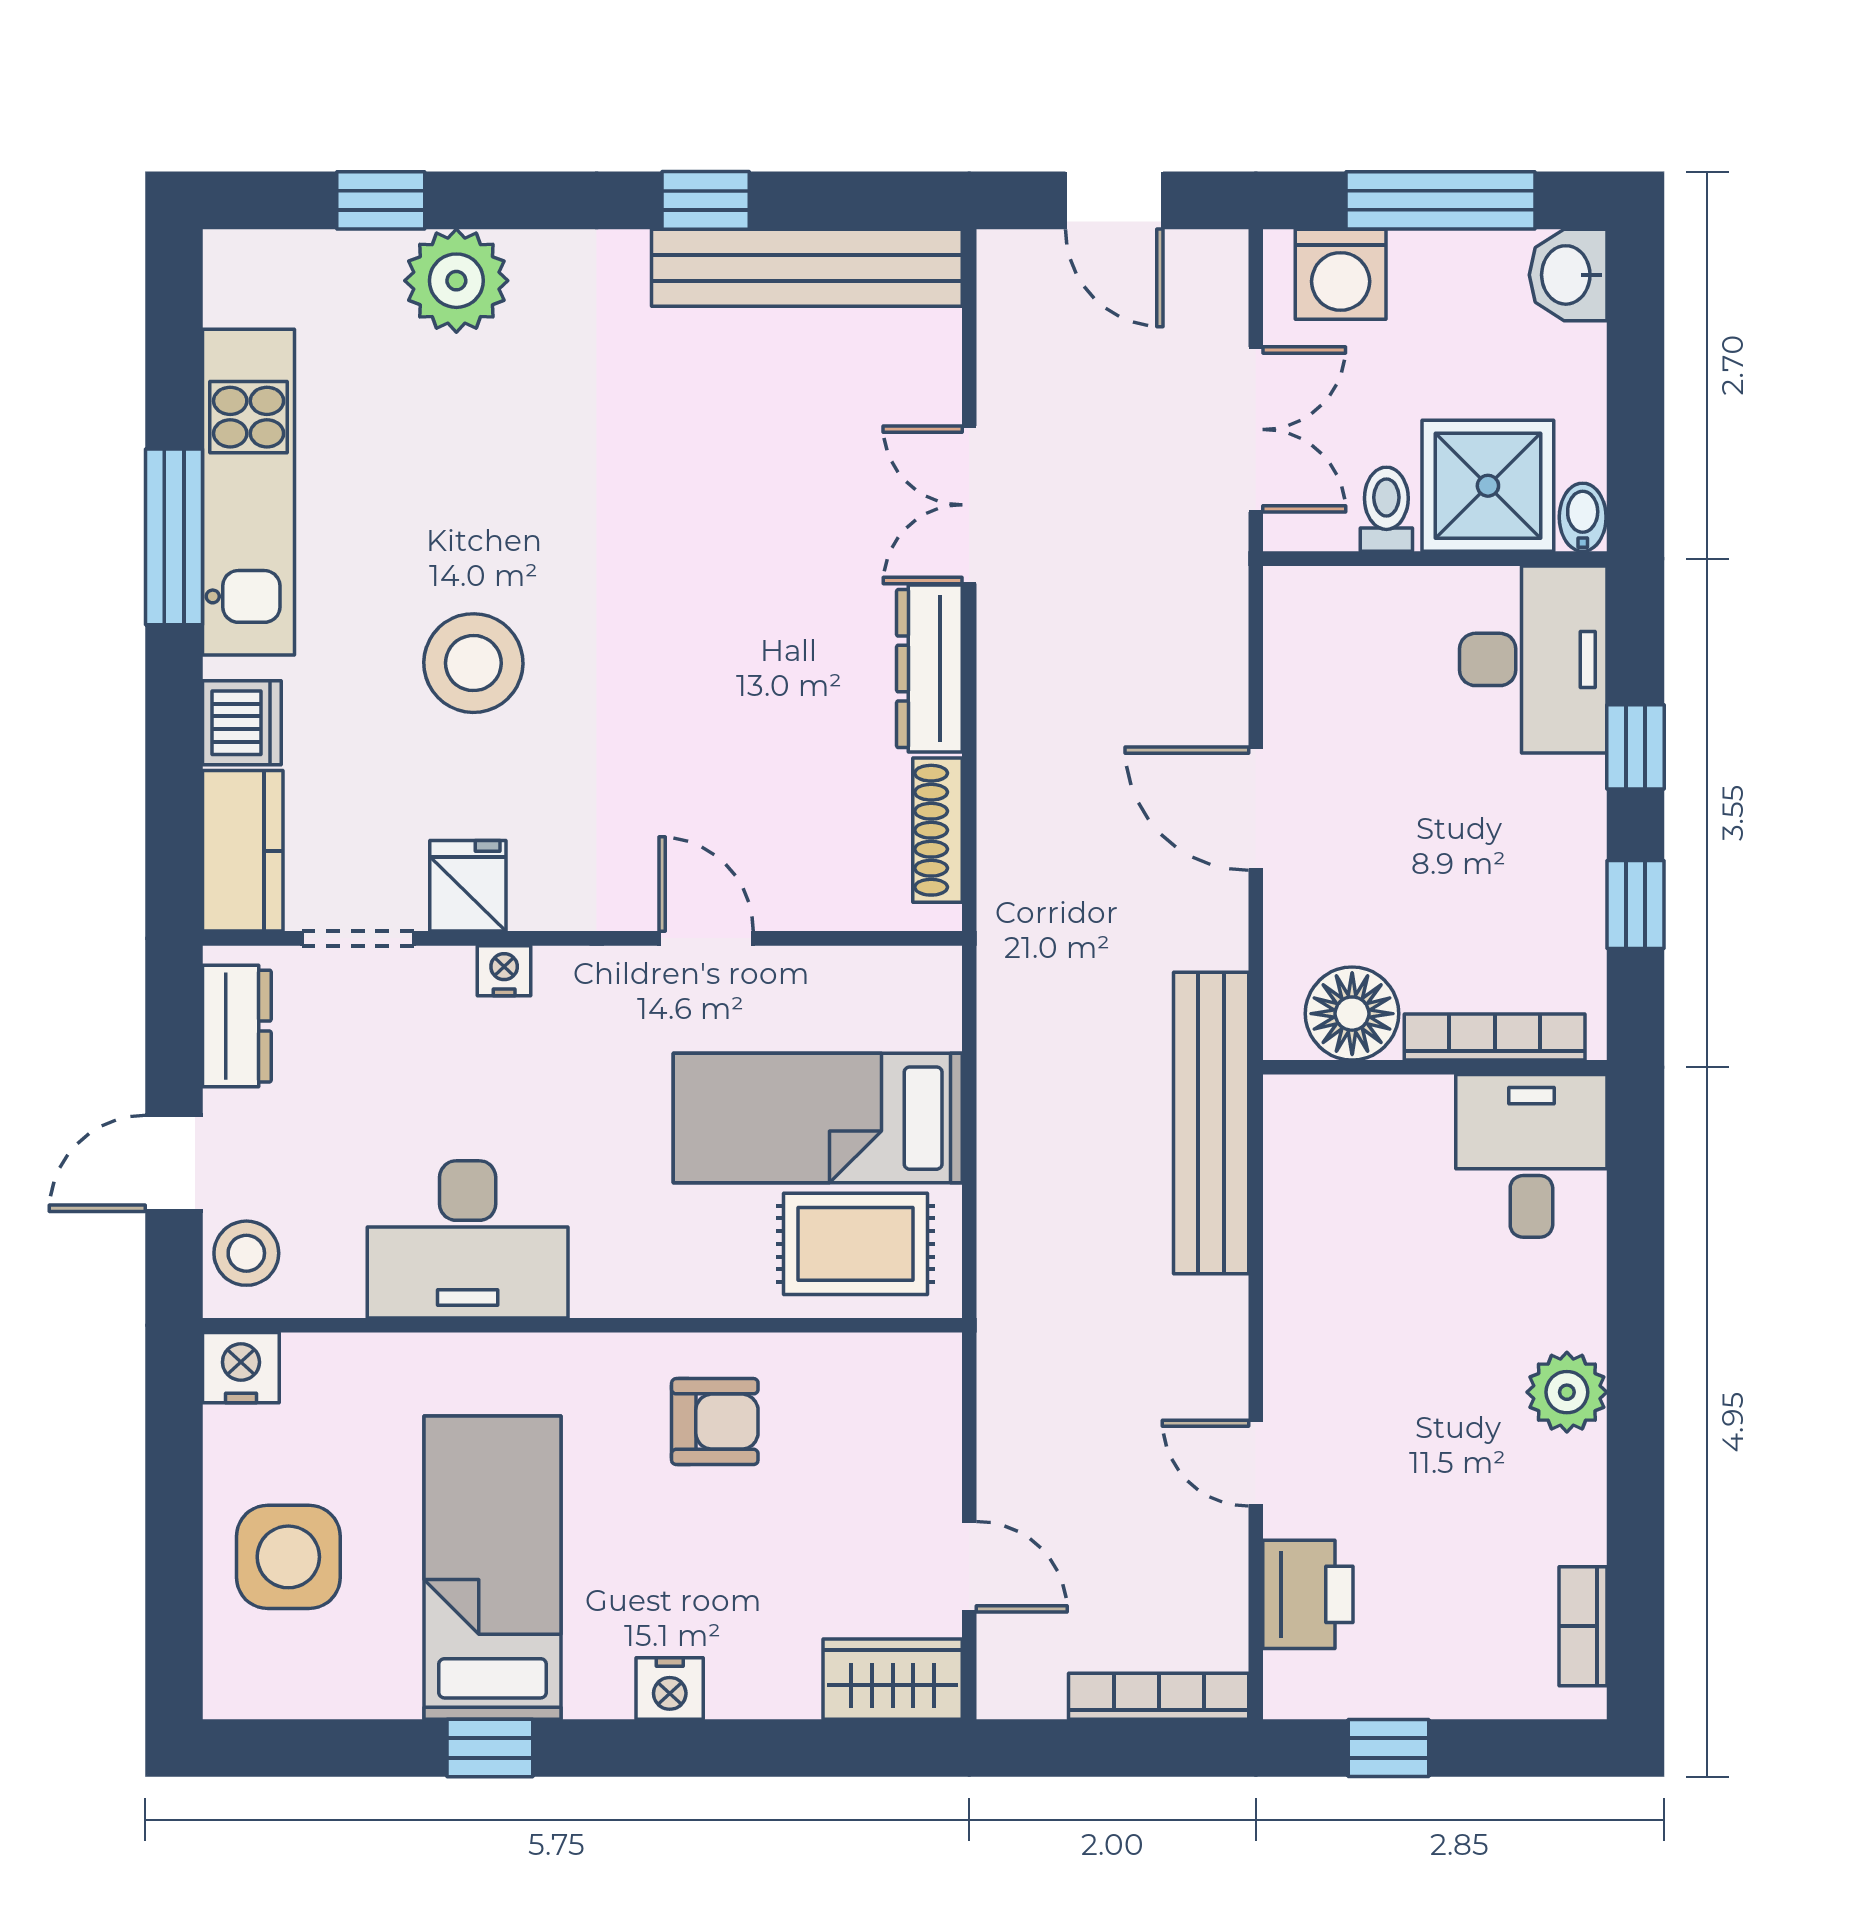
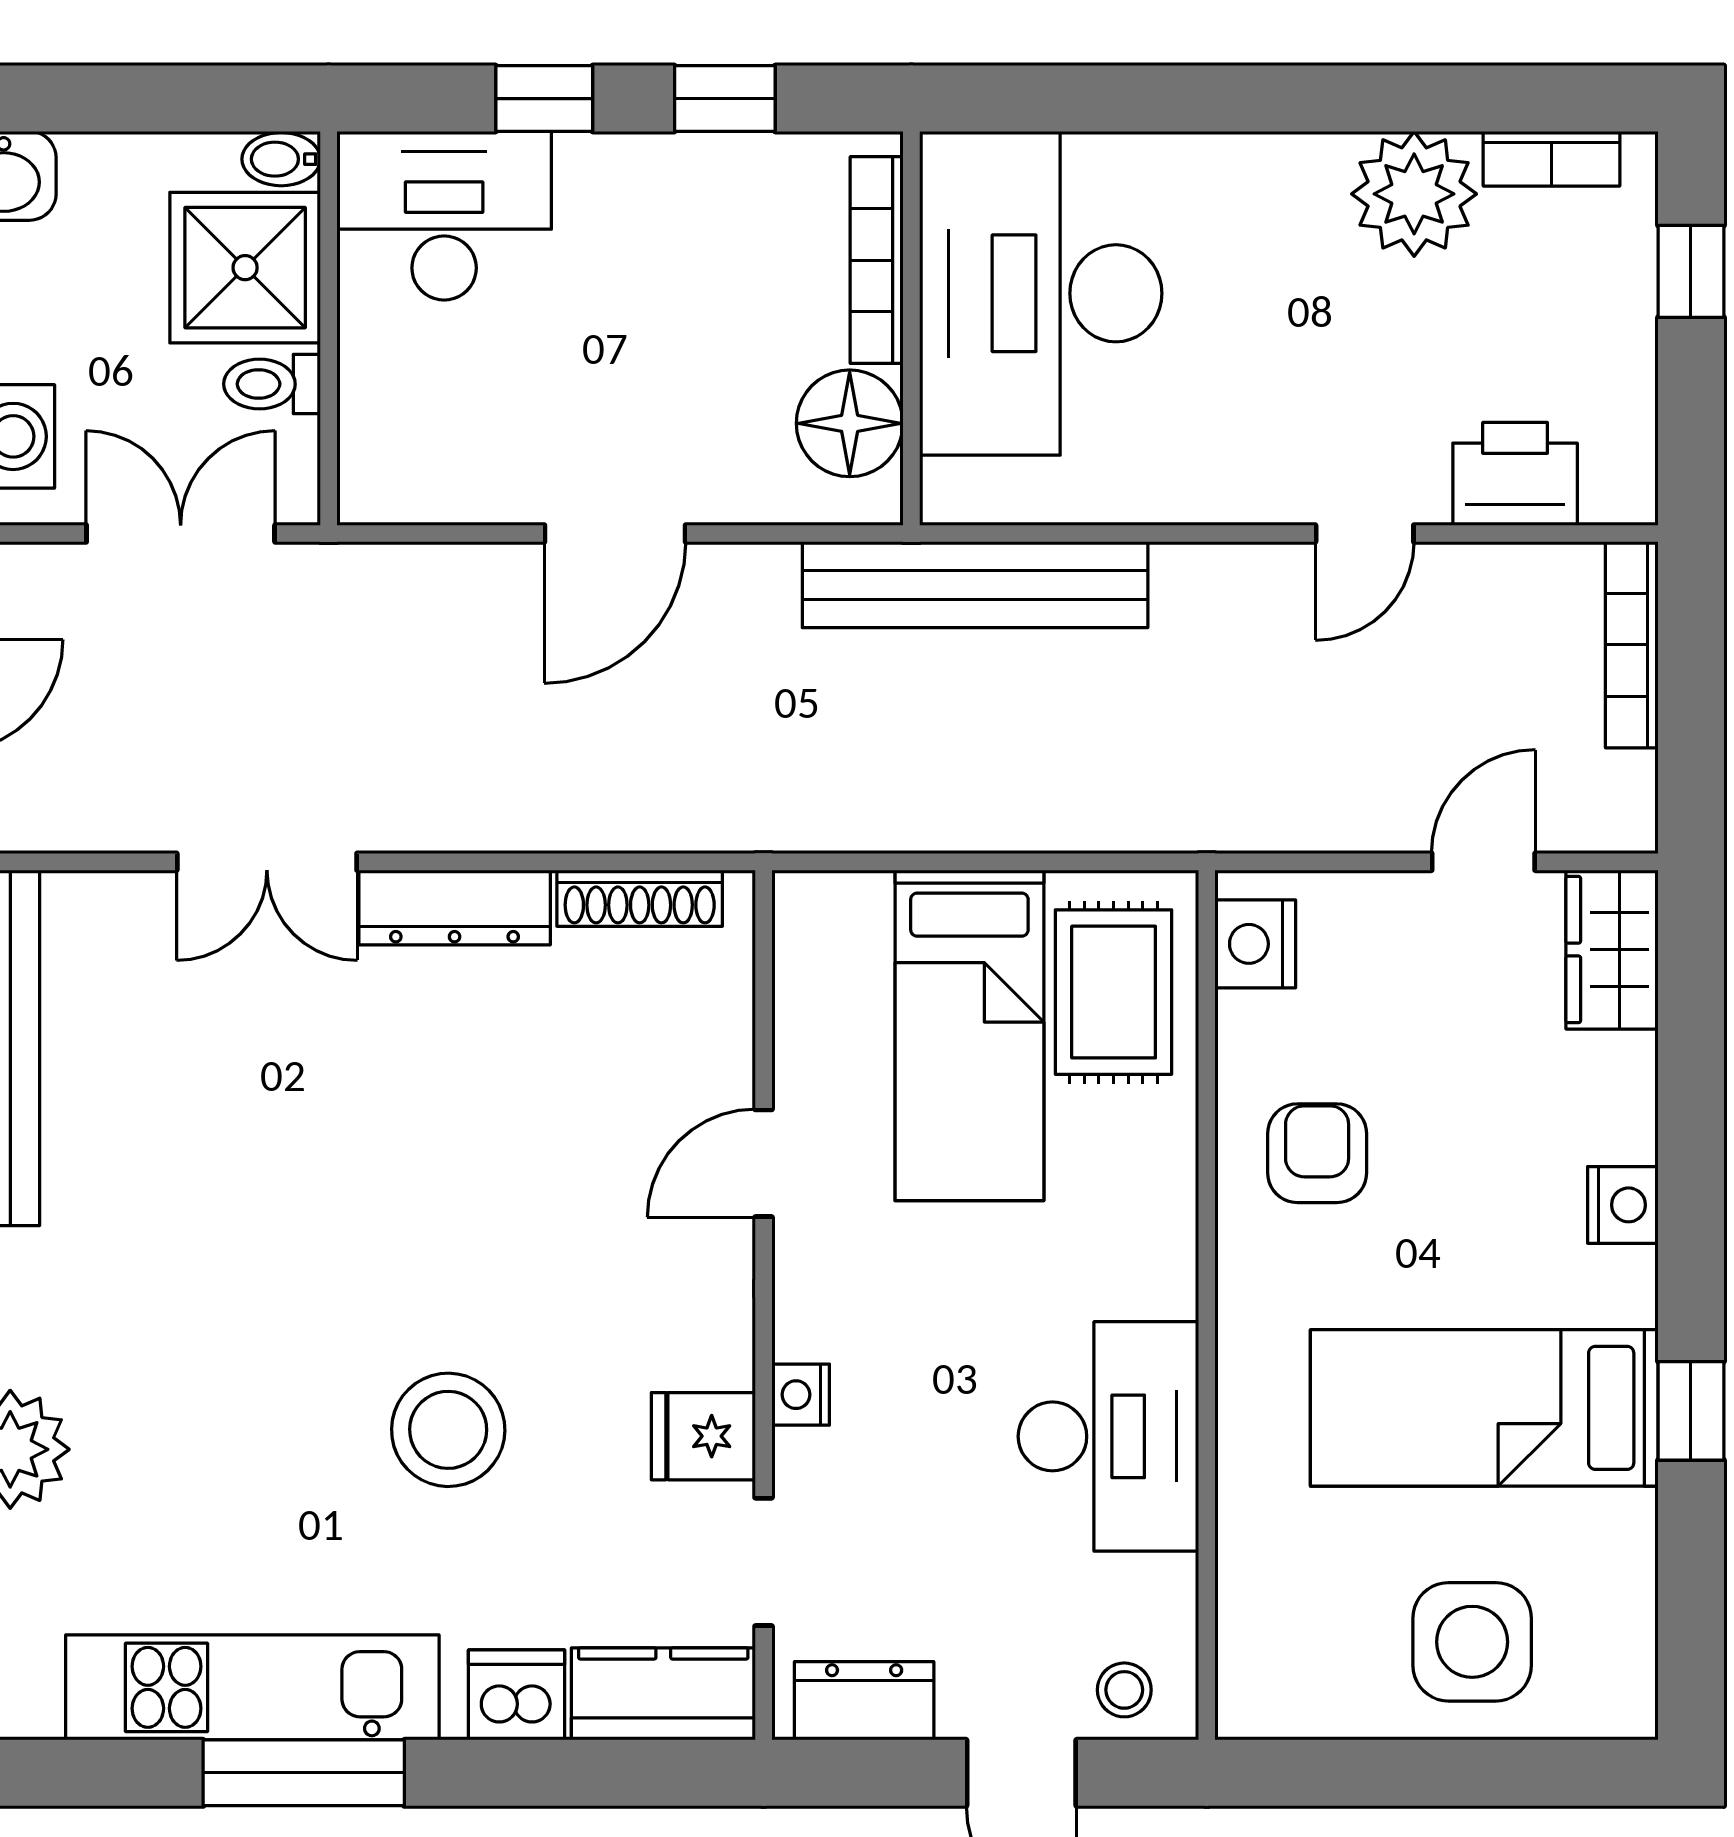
desk: (1531, 1156) -> (1041, 293), width x1.87, depth x1.30
stool: (246, 1253) -> (1124, 1690), width x0.73, depth x0.73
nightstand: (241, 1368) -> (1255, 944), moved
plant: (1567, 1392) -> (1414, 194), moved, width x1.36, depth x1.36
window: (1389, 1748) -> (1691, 271), moved

